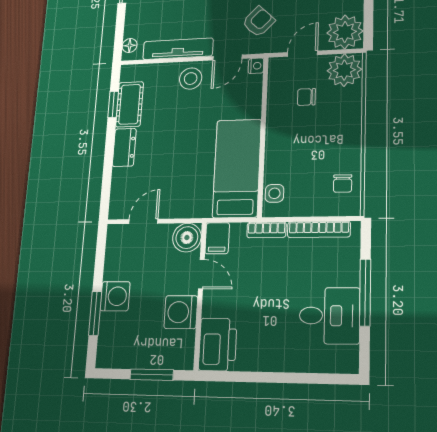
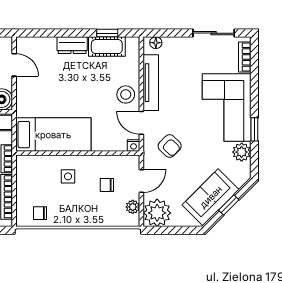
door: (302, 54) -> (141, 181), hinge flipped
plant: (344, 70) -> (133, 207), width x0.53, depth x0.53
chair: (306, 97) -> (107, 185), turned -90
side table: (274, 193) -> (68, 176), moved

